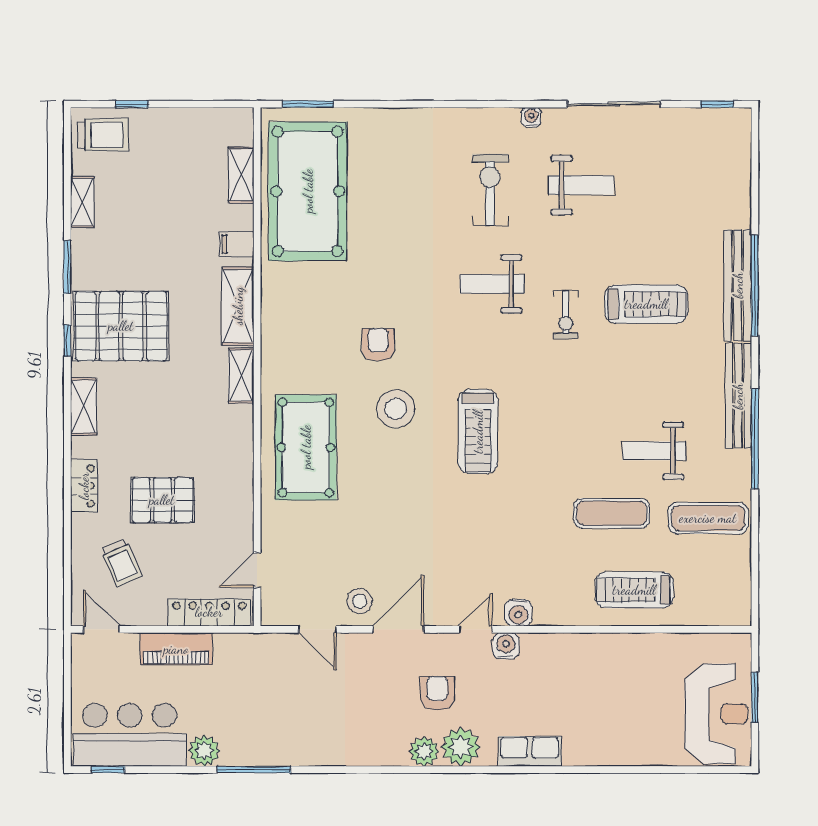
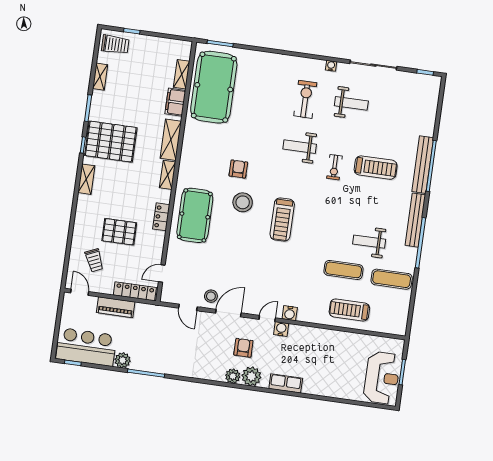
filing cabinet: (237, 244) -> (175, 102), width x2.00
locker: (84, 486) -> (161, 217), moved, turned 180

